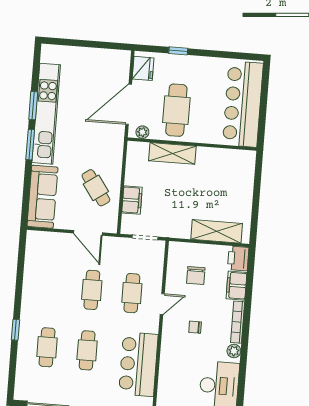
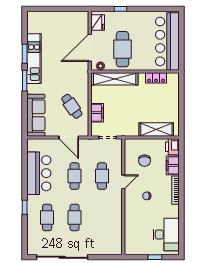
kitchen unit: (46, 114) -> (34, 59), width x0.73
shelving: (172, 153) -> (115, 79), width x1.47
locker: (222, 156) -> (156, 78), added
plant: (234, 351) -> (174, 210), removed
bar counter: (138, 364) -> (39, 173), moved, turned 180

